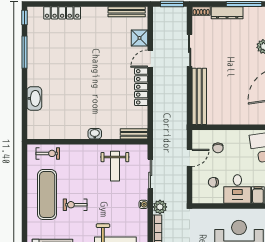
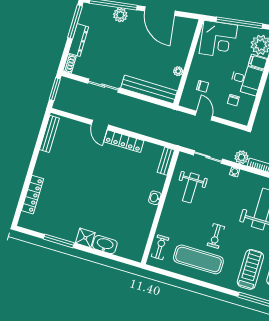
window: (24, 17) -> (26, 231), removed
shower: (140, 38) -> (85, 238), moved
plant: (226, 120) -> (178, 71), added
weight bench: (115, 166) -> (191, 188), turned 90

